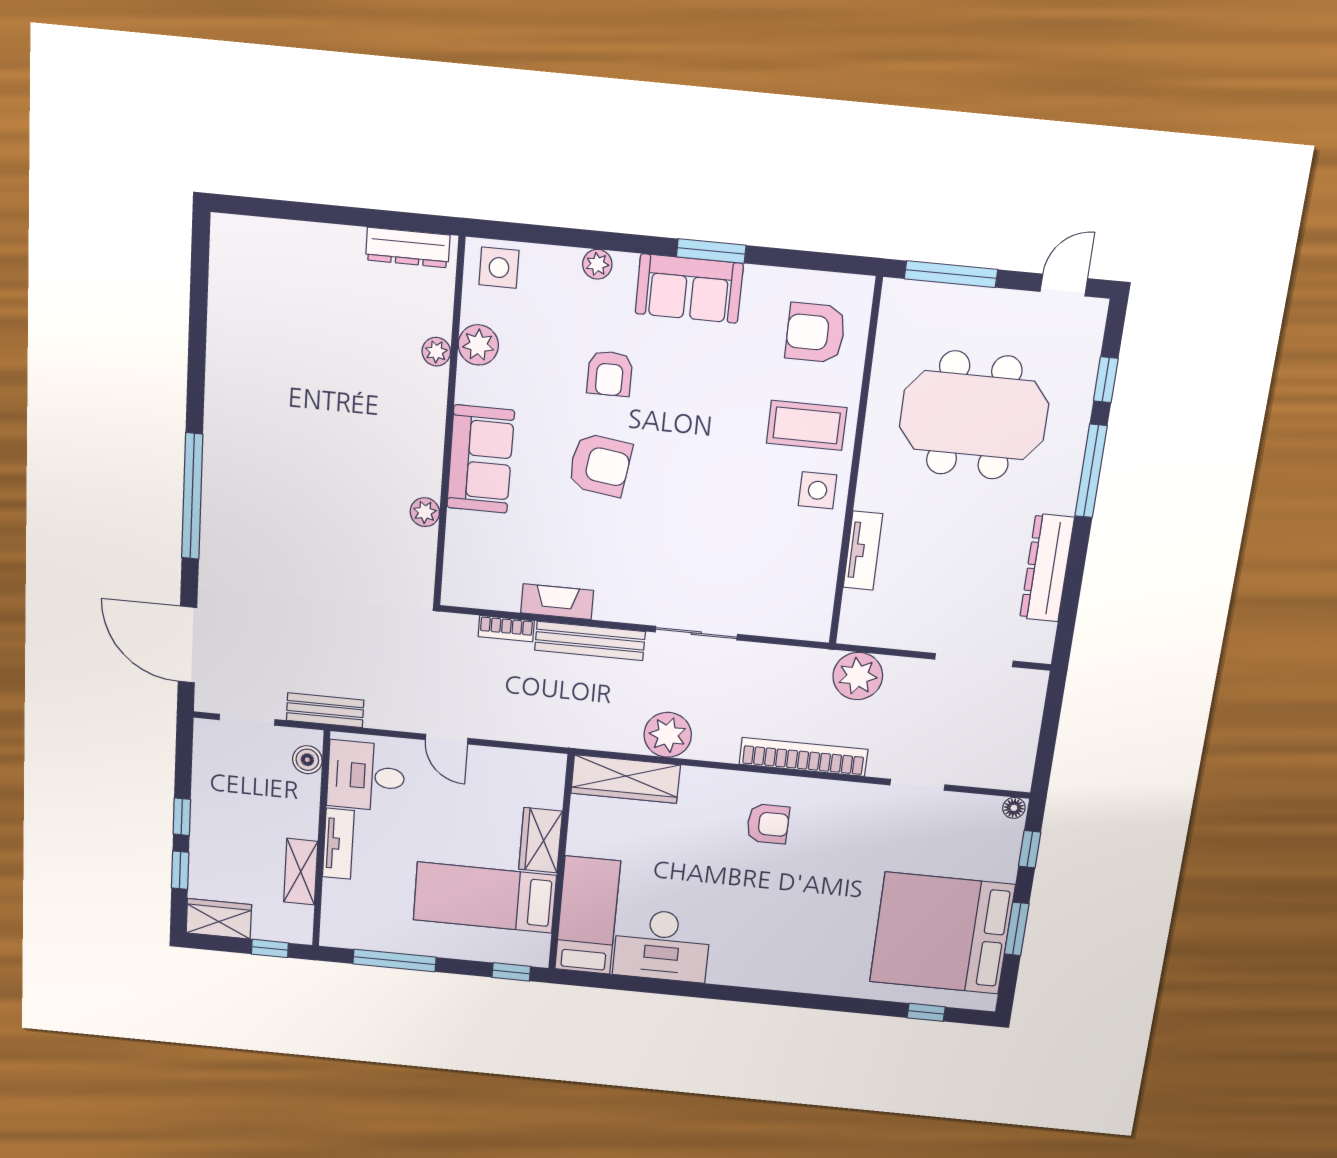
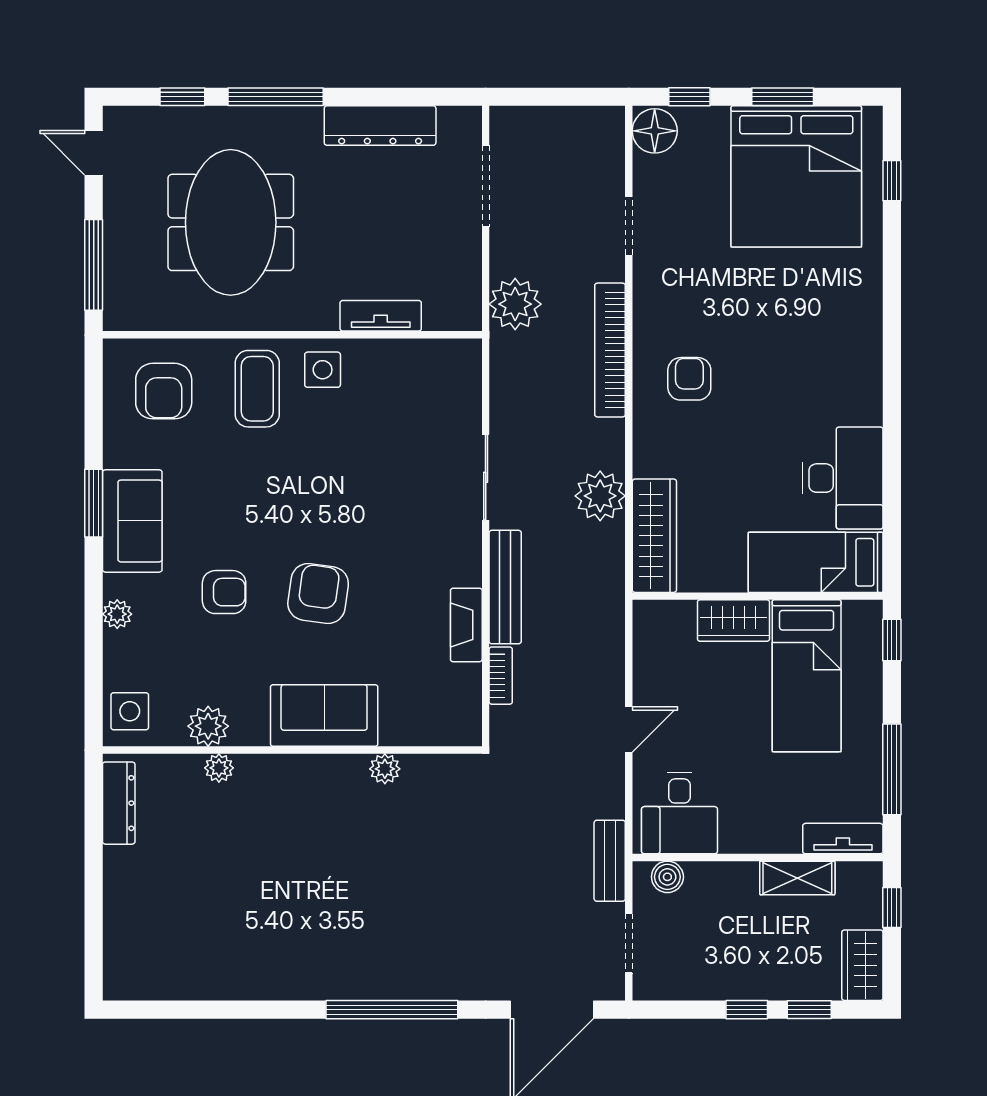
floor lamp: (1014, 808) -> (655, 131), width x1.89, depth x1.89
tv unit: (338, 844) -> (843, 839), moved

